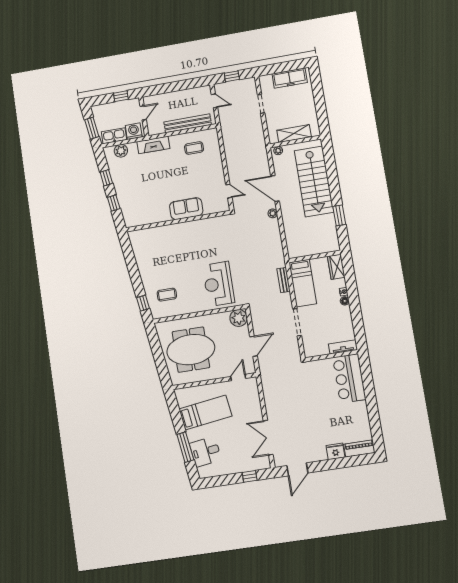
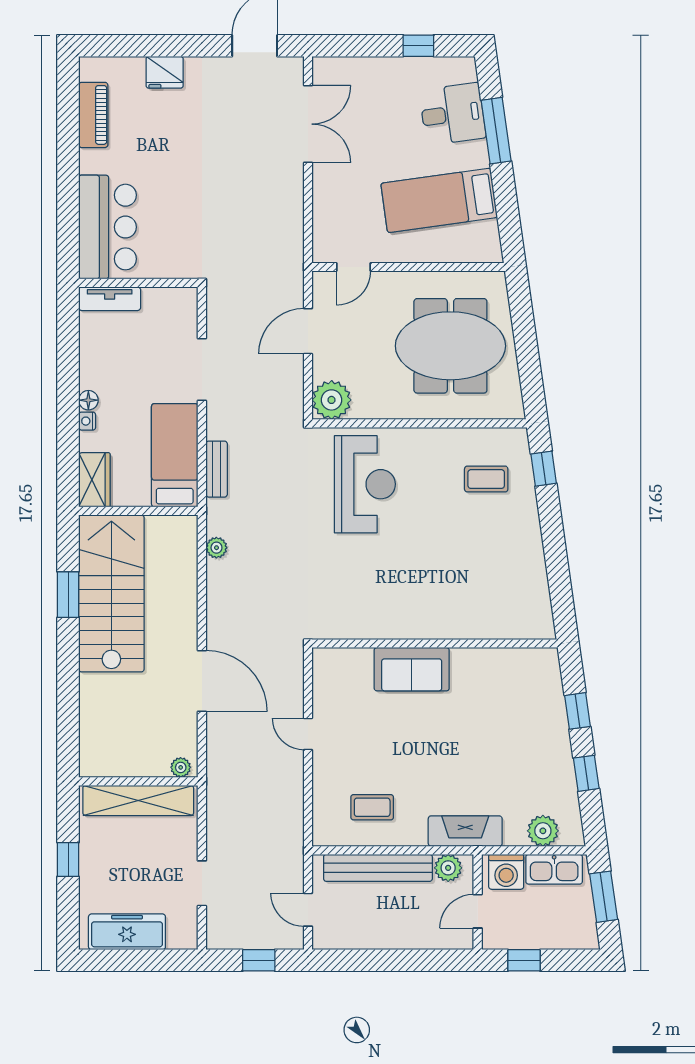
window: (320, 104) -> (68, 859), added
plant: (158, 128) -> (448, 868), added
shelving: (294, 134) -> (138, 800), width x1.47
stairs: (314, 181) -> (111, 593), moved
door: (229, 191) -> (308, 734), moved
plant: (273, 213) -> (216, 548), moved
piano: (359, 449) -> (93, 115), moved, turned -90
window: (250, 476) -> (418, 46), moved

